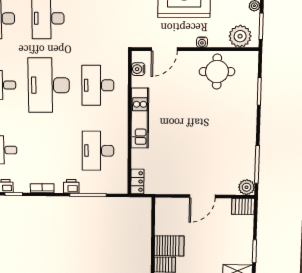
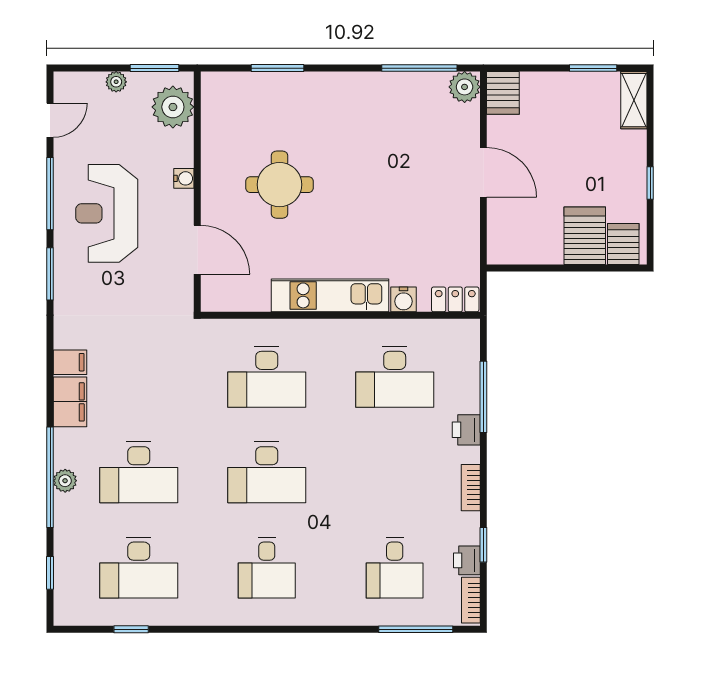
water cooler: (138, 69) -> (403, 299), moved
round table: (217, 72) -> (279, 185), moved
desk: (49, 85) -> (267, 472), width x0.73, depth x0.77

